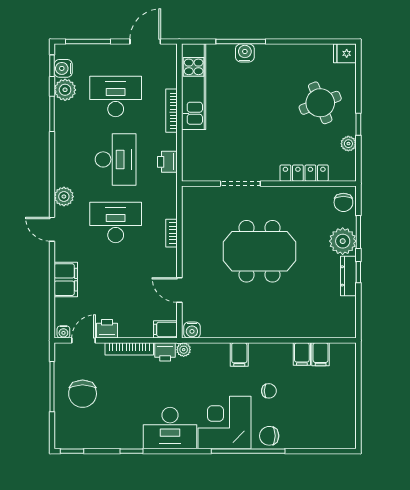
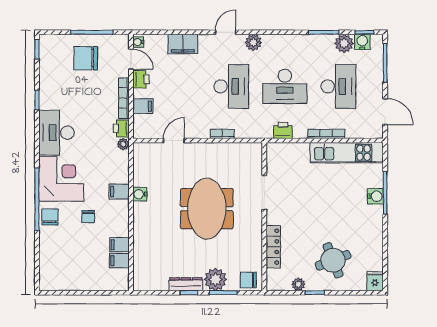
filing cabinet: (165, 329) -> (143, 106), moved, turned 90
water cooler: (192, 330) -> (140, 194), moved

